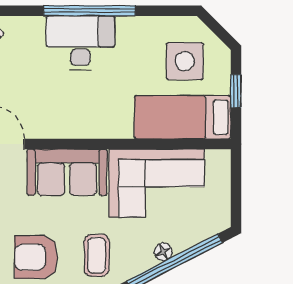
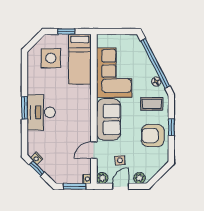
window: (89, 11) -> (24, 108), width x0.47
floor lamp: (163, 252) -> (156, 82), moved
armchair: (36, 257) -> (153, 136), turned 90

